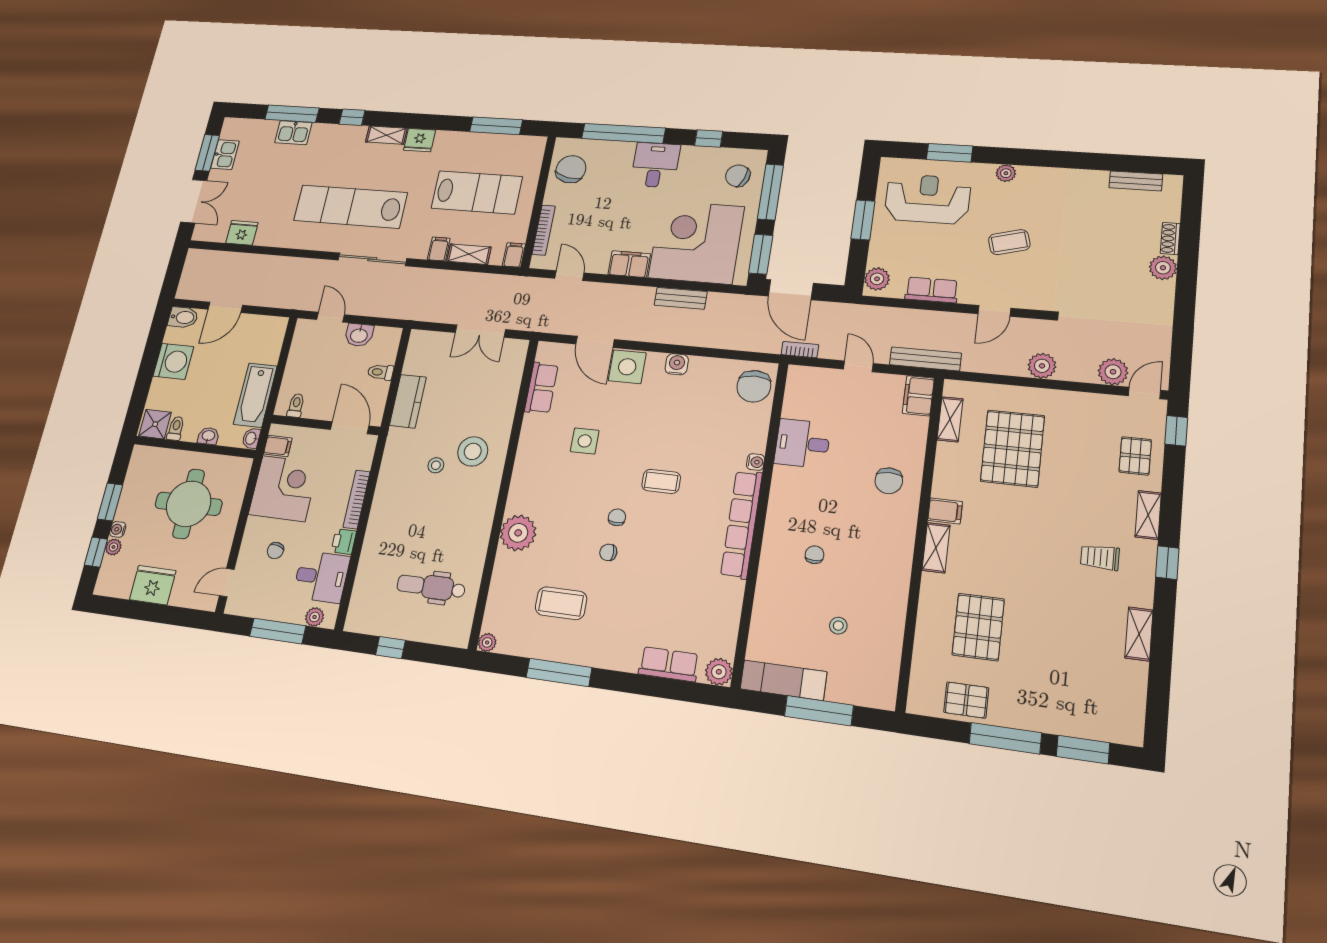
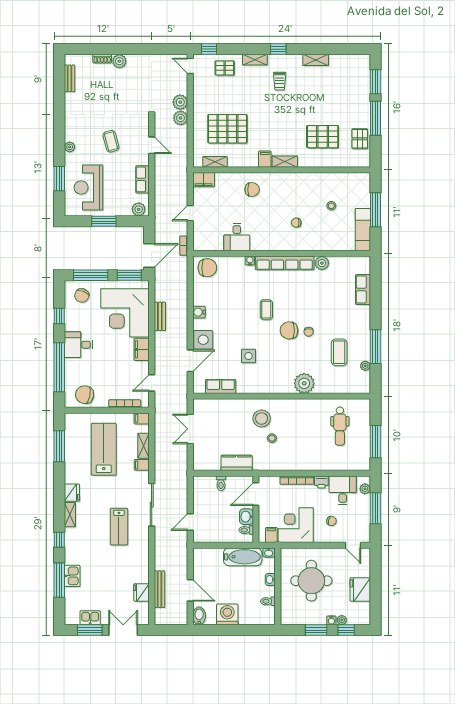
lab bench: (350, 207) -> (119, 527), width x0.54, depth x0.72
double door: (480, 331) -> (190, 429), swing flipped
washbasin: (359, 335) -> (246, 517), moved, turned 180
bench: (925, 359) -> (159, 589), moved
plant: (1113, 372) -> (180, 102), moved
shower: (155, 424) -> (267, 615), removed
chair: (617, 517) -> (289, 330), width x1.87, depth x1.87
plant: (487, 642) -> (365, 366), moved
window: (391, 648) -> (375, 442), width x2.17
plant: (719, 672) -> (322, 263), moved

